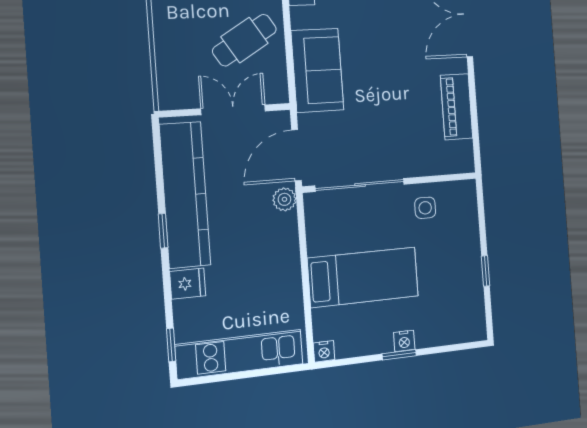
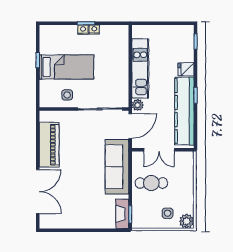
cafe table: (245, 40) -> (151, 183), turned 32
sofa: (317, 70) -> (117, 167), width x1.36
piano: (457, 107) -> (49, 145), width x1.37, depth x1.33
bed: (363, 277) -> (66, 67), moved, turned 180
nightstand: (324, 351) -> (94, 30), moved
kitchen unit: (240, 354) -> (140, 68), moved, turned -90

